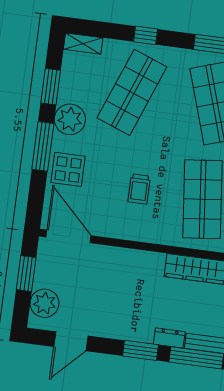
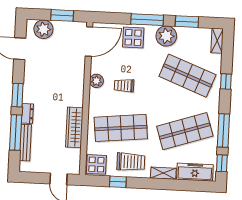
plant: (129, 230) -> (96, 81), added

